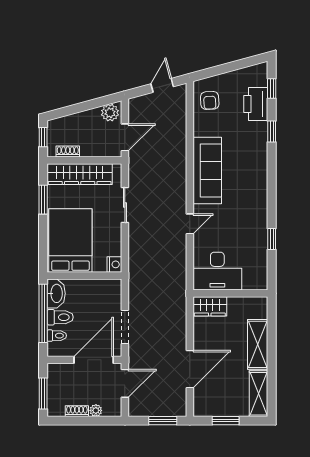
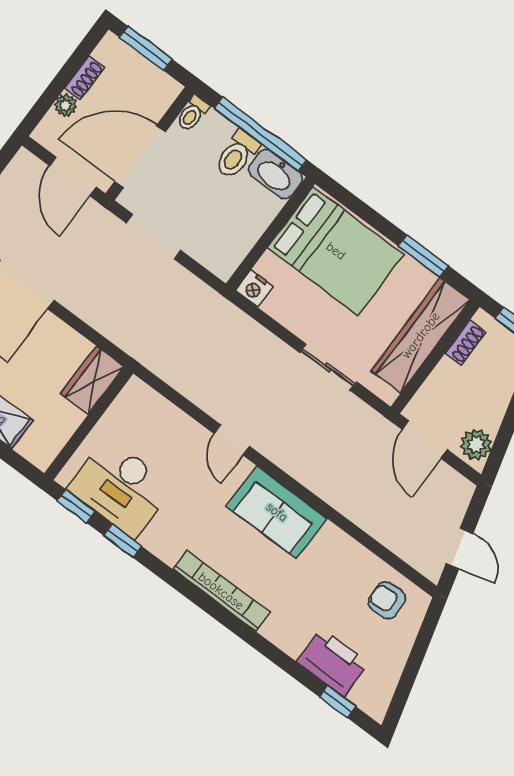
window: (272, 132) -> (76, 506), moved
sofa: (207, 171) -> (277, 512), width x0.73
bookcase: (261, 178) -> (221, 591), added
desk: (217, 271) -> (120, 488), moved, turned -90
toilet: (57, 336) -> (193, 114), moved
door: (94, 360) -> (140, 157), swing flipped

